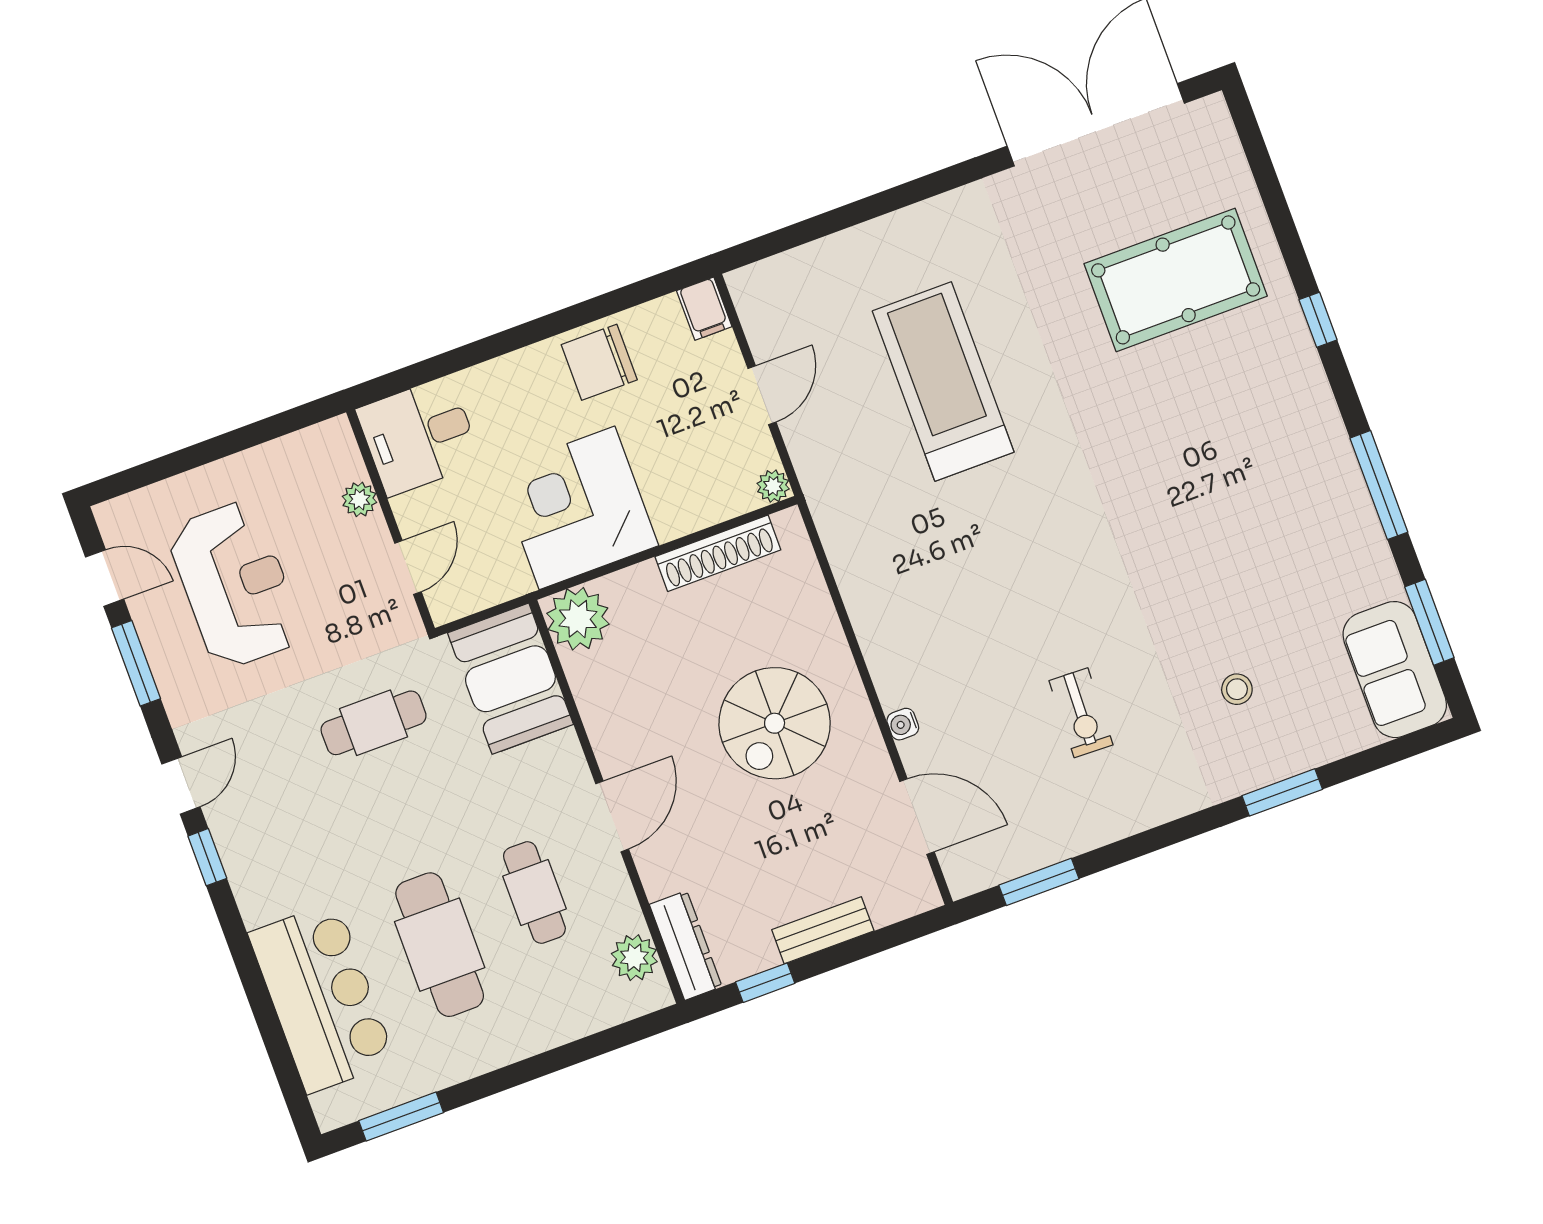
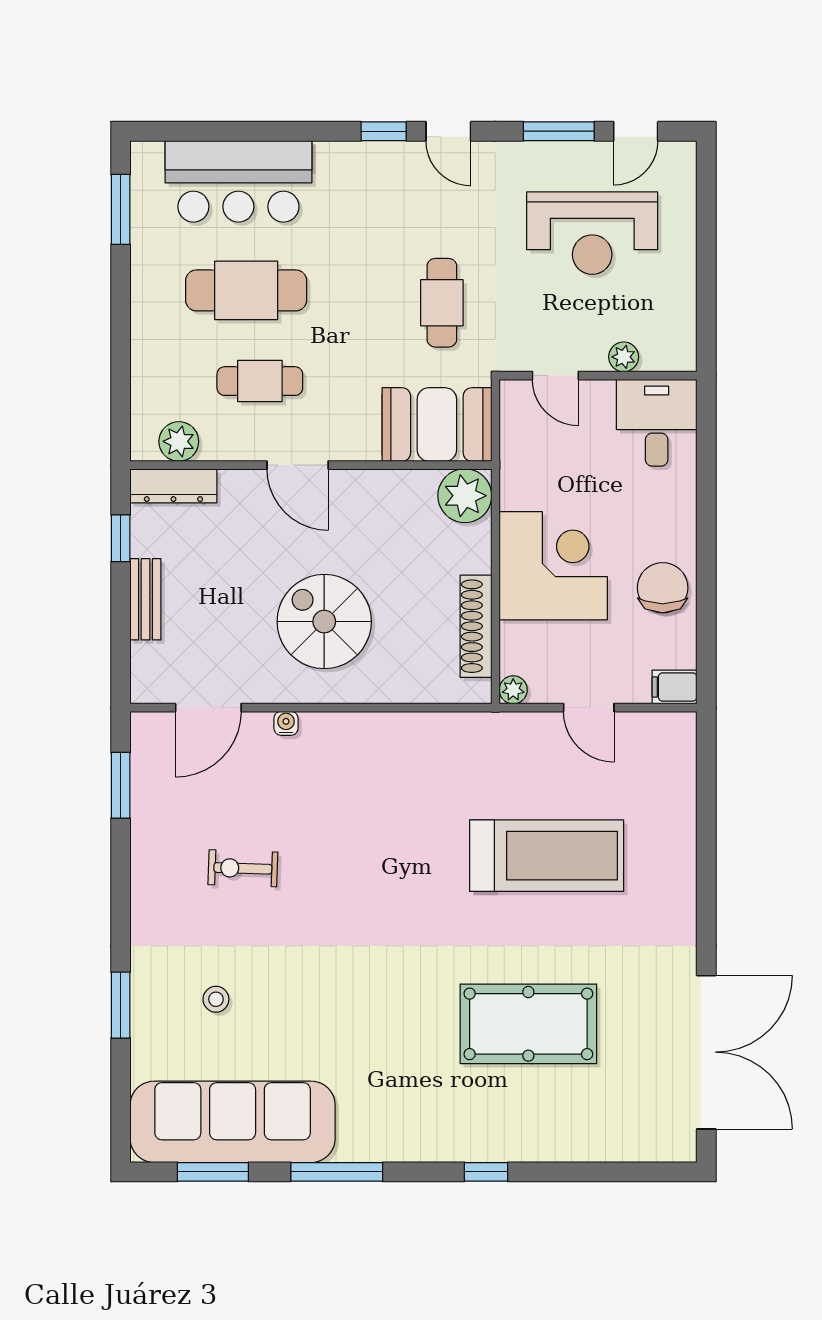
pool table: (1176, 280) -> (528, 1024), moved, turned 90
corner desk: (577, 508) -> (553, 566), moved
sofa: (1395, 670) -> (233, 1122), width x1.85, depth x1.27

